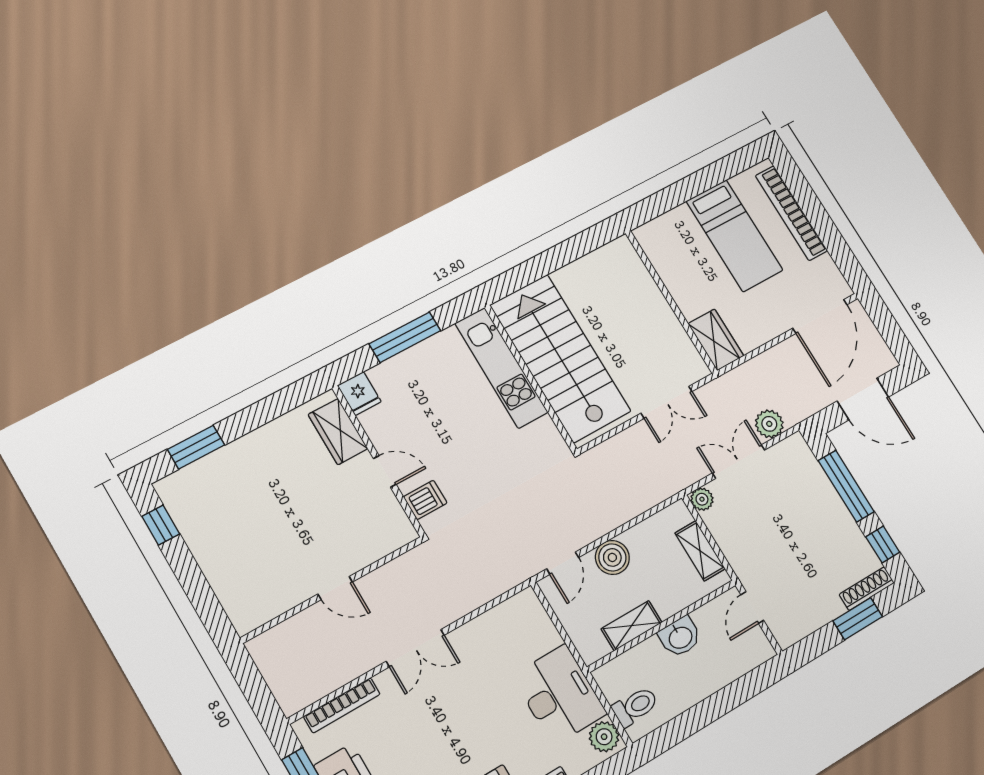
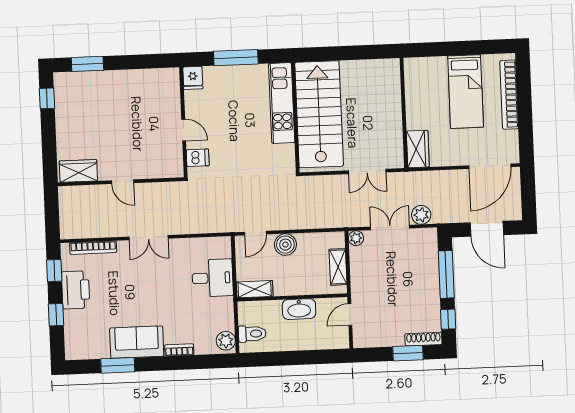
wardrobe: (338, 432) -> (78, 171), moved, turned 90
shelving: (632, 626) -> (255, 289), moved
washbasin: (680, 637) -> (299, 309), width x1.38
desk: (559, 695) -> (213, 278), moved, width x0.73

